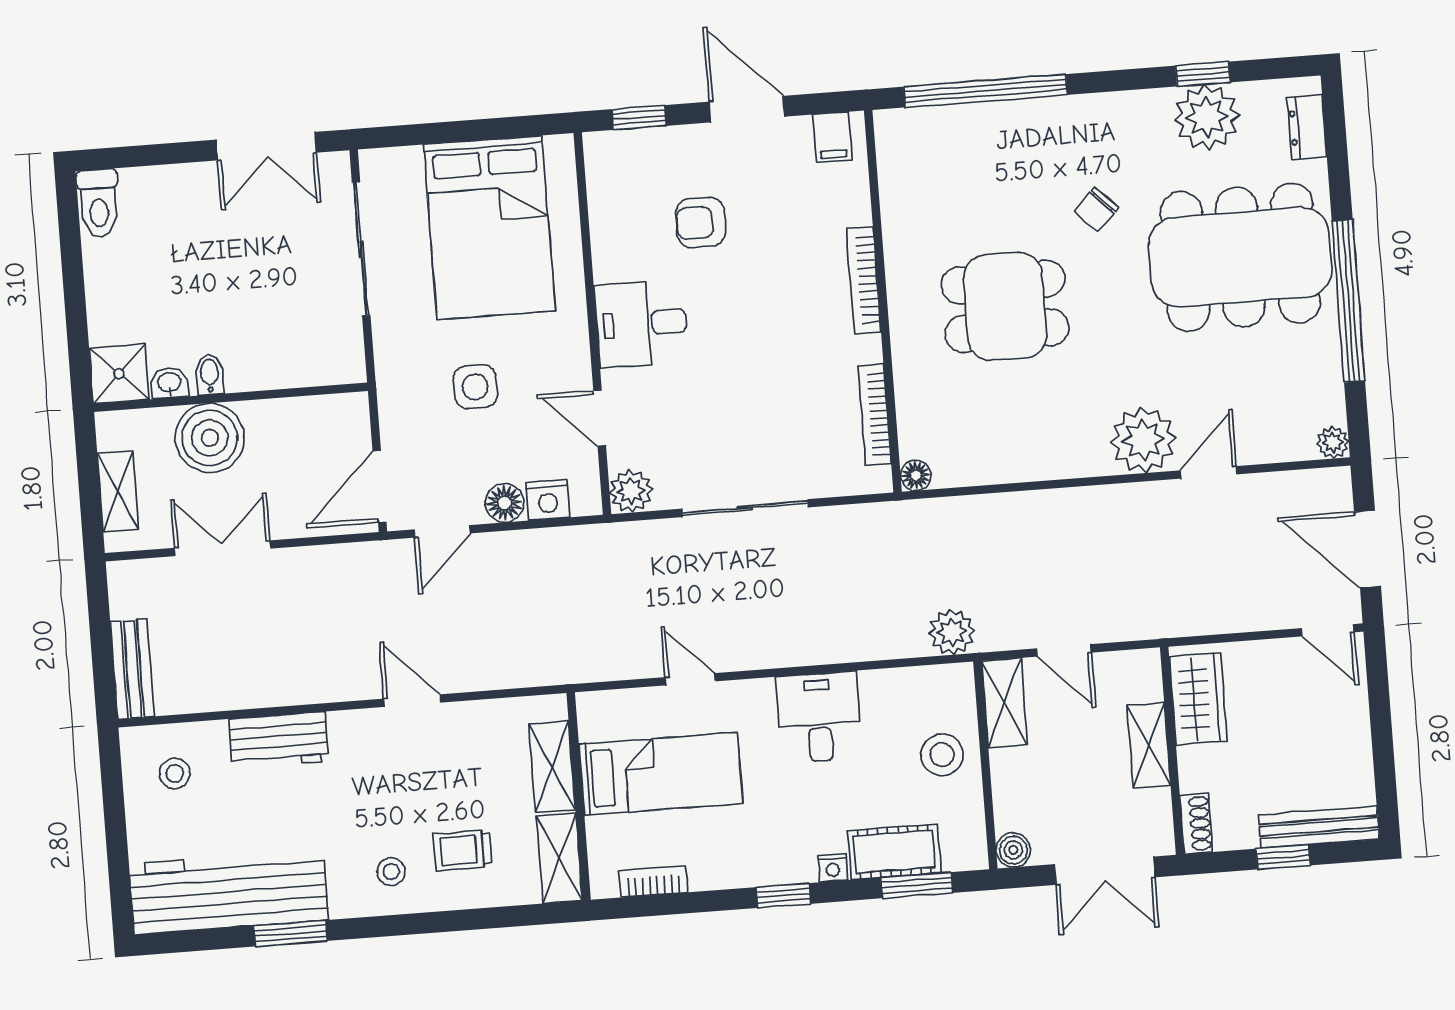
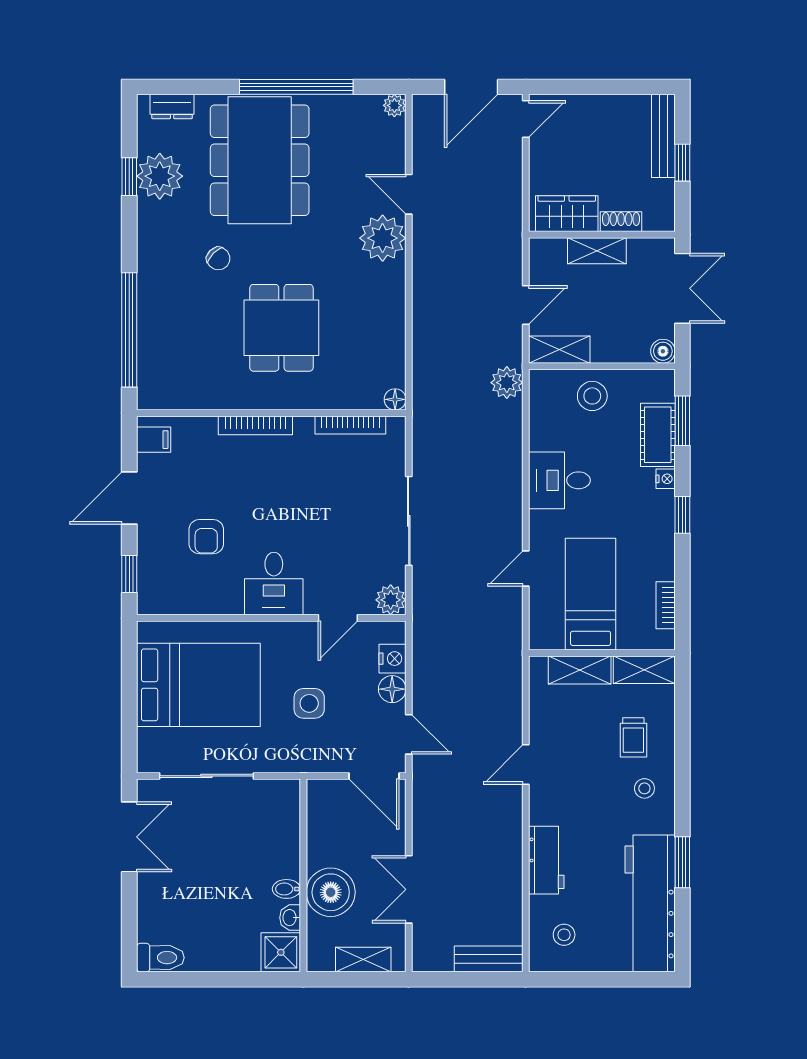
shoe rack: (1196, 824) -> (621, 222), moved

